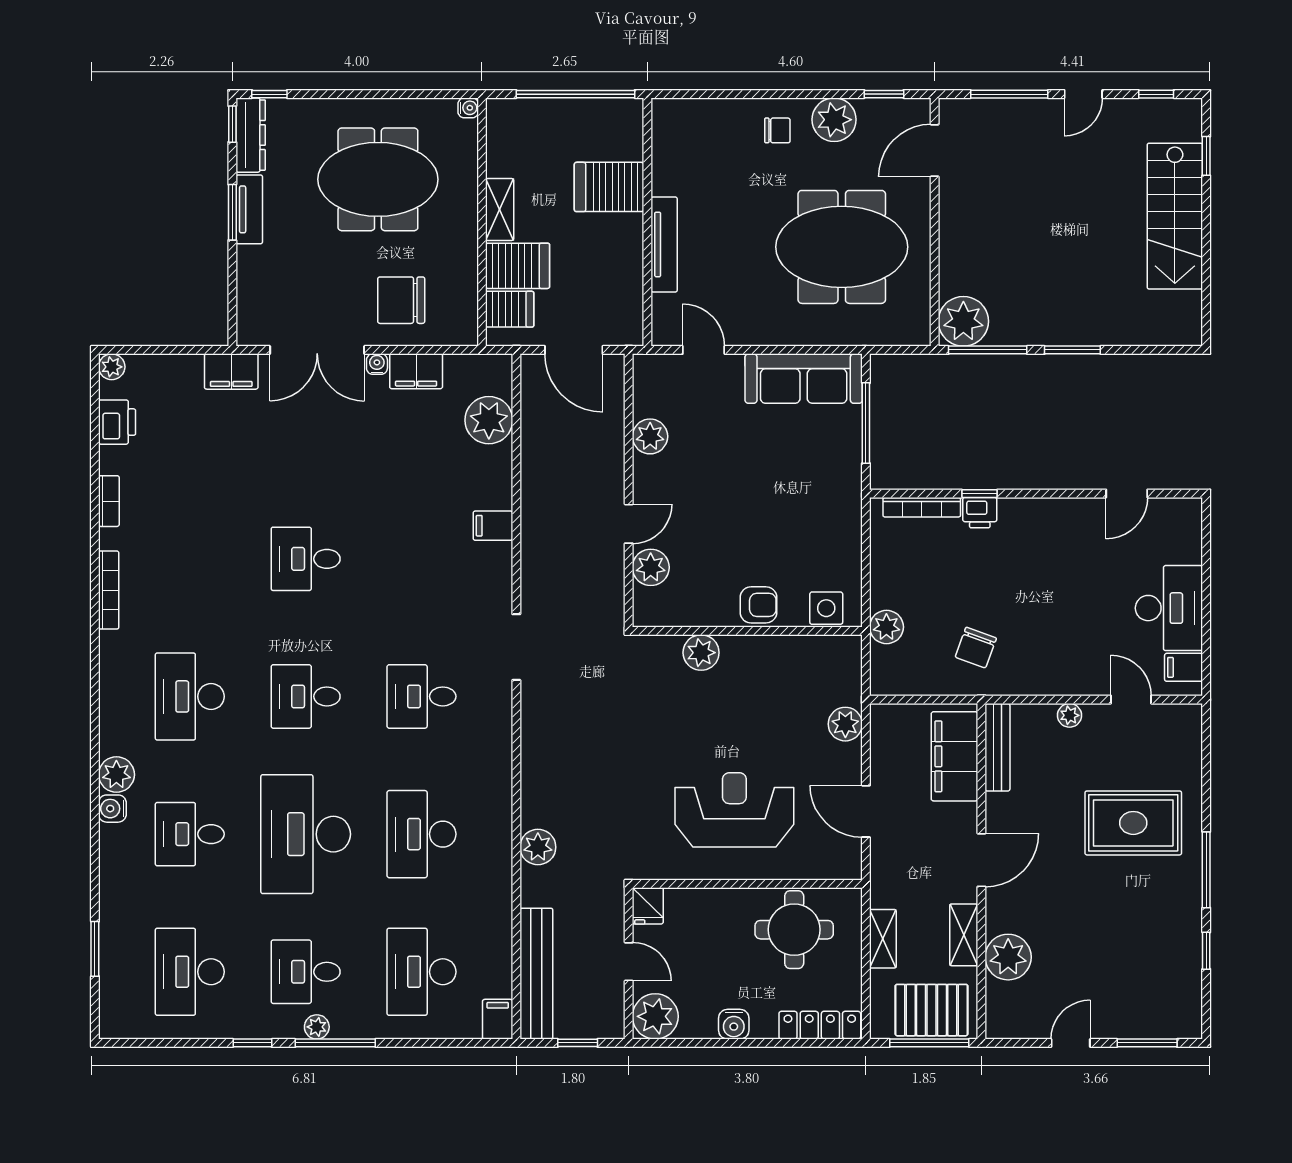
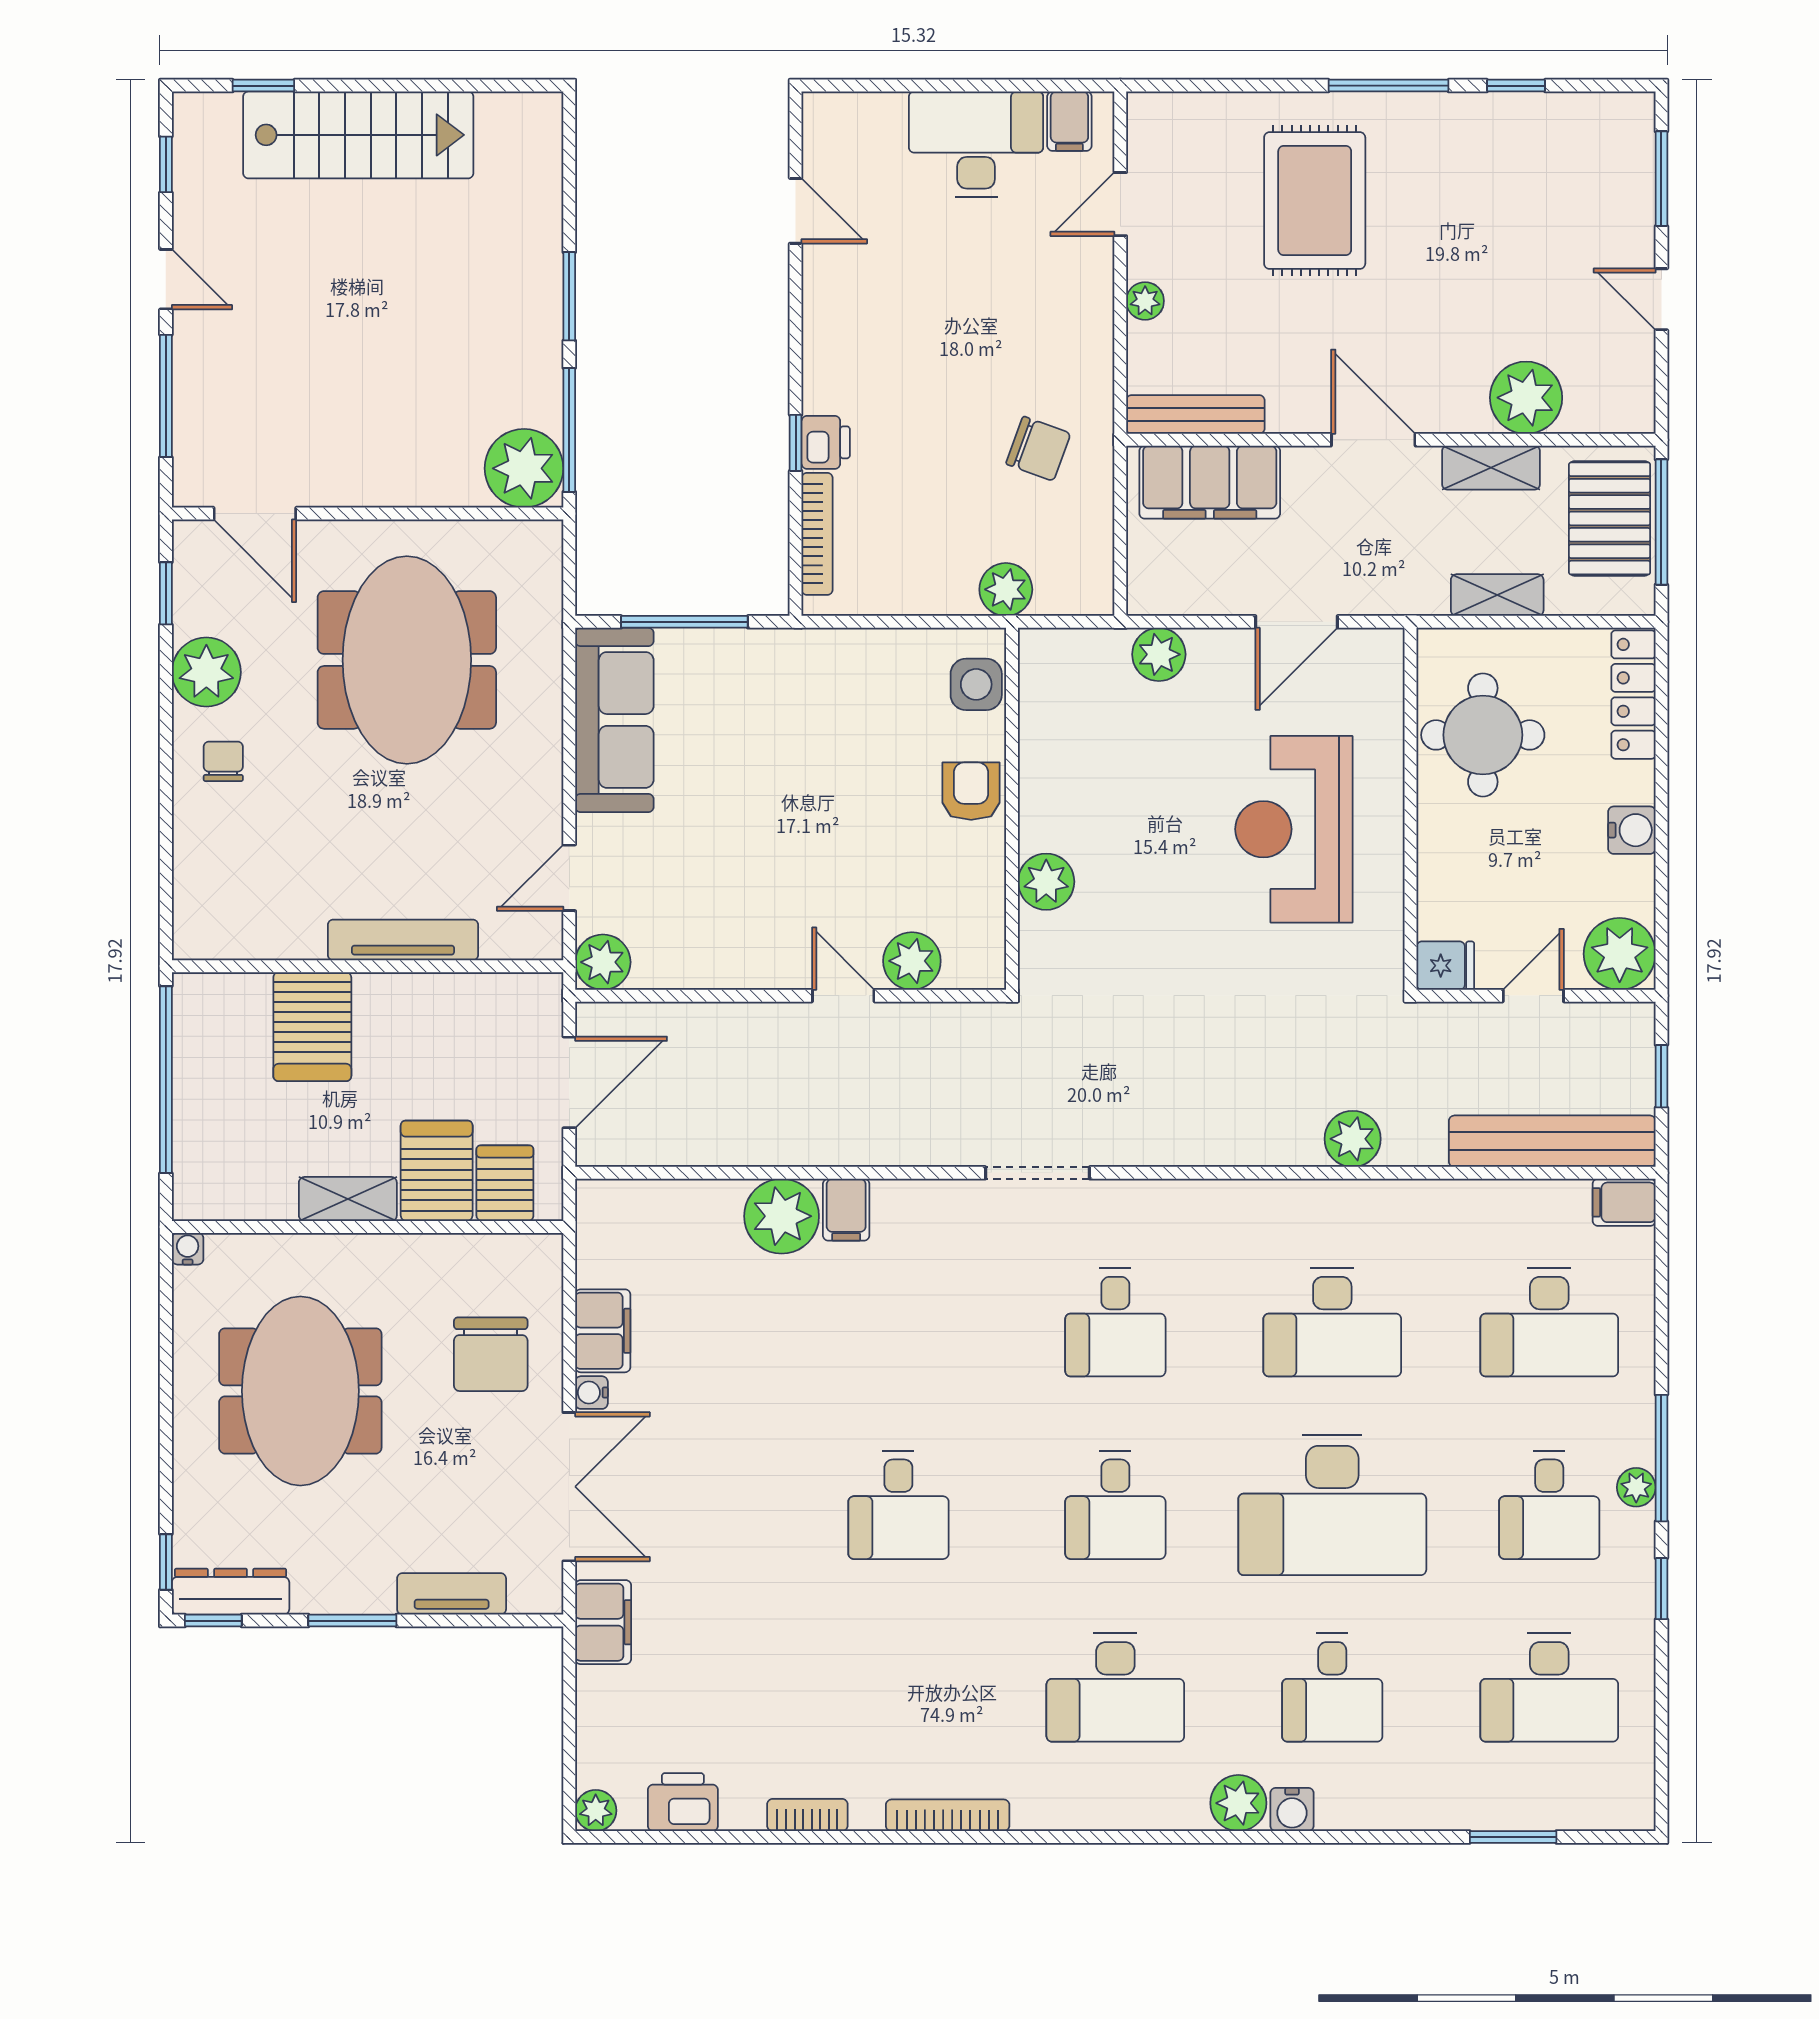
tv unit: (249, 209) -> (452, 1594), moved
plant: (489, 420) -> (782, 1216), moved
plant: (650, 436) -> (603, 962), moved

